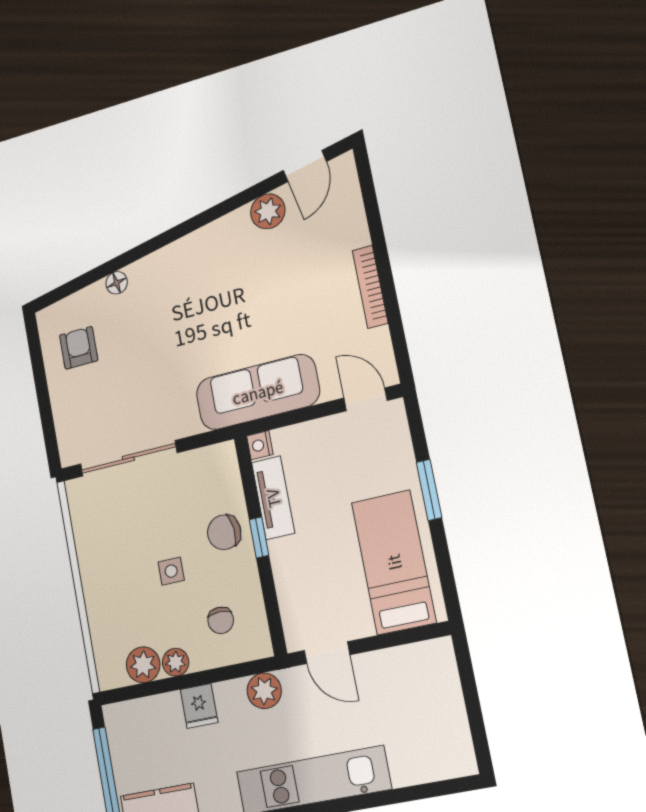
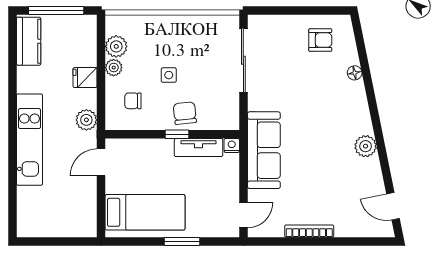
plant: (268, 211) -> (366, 146), moved

